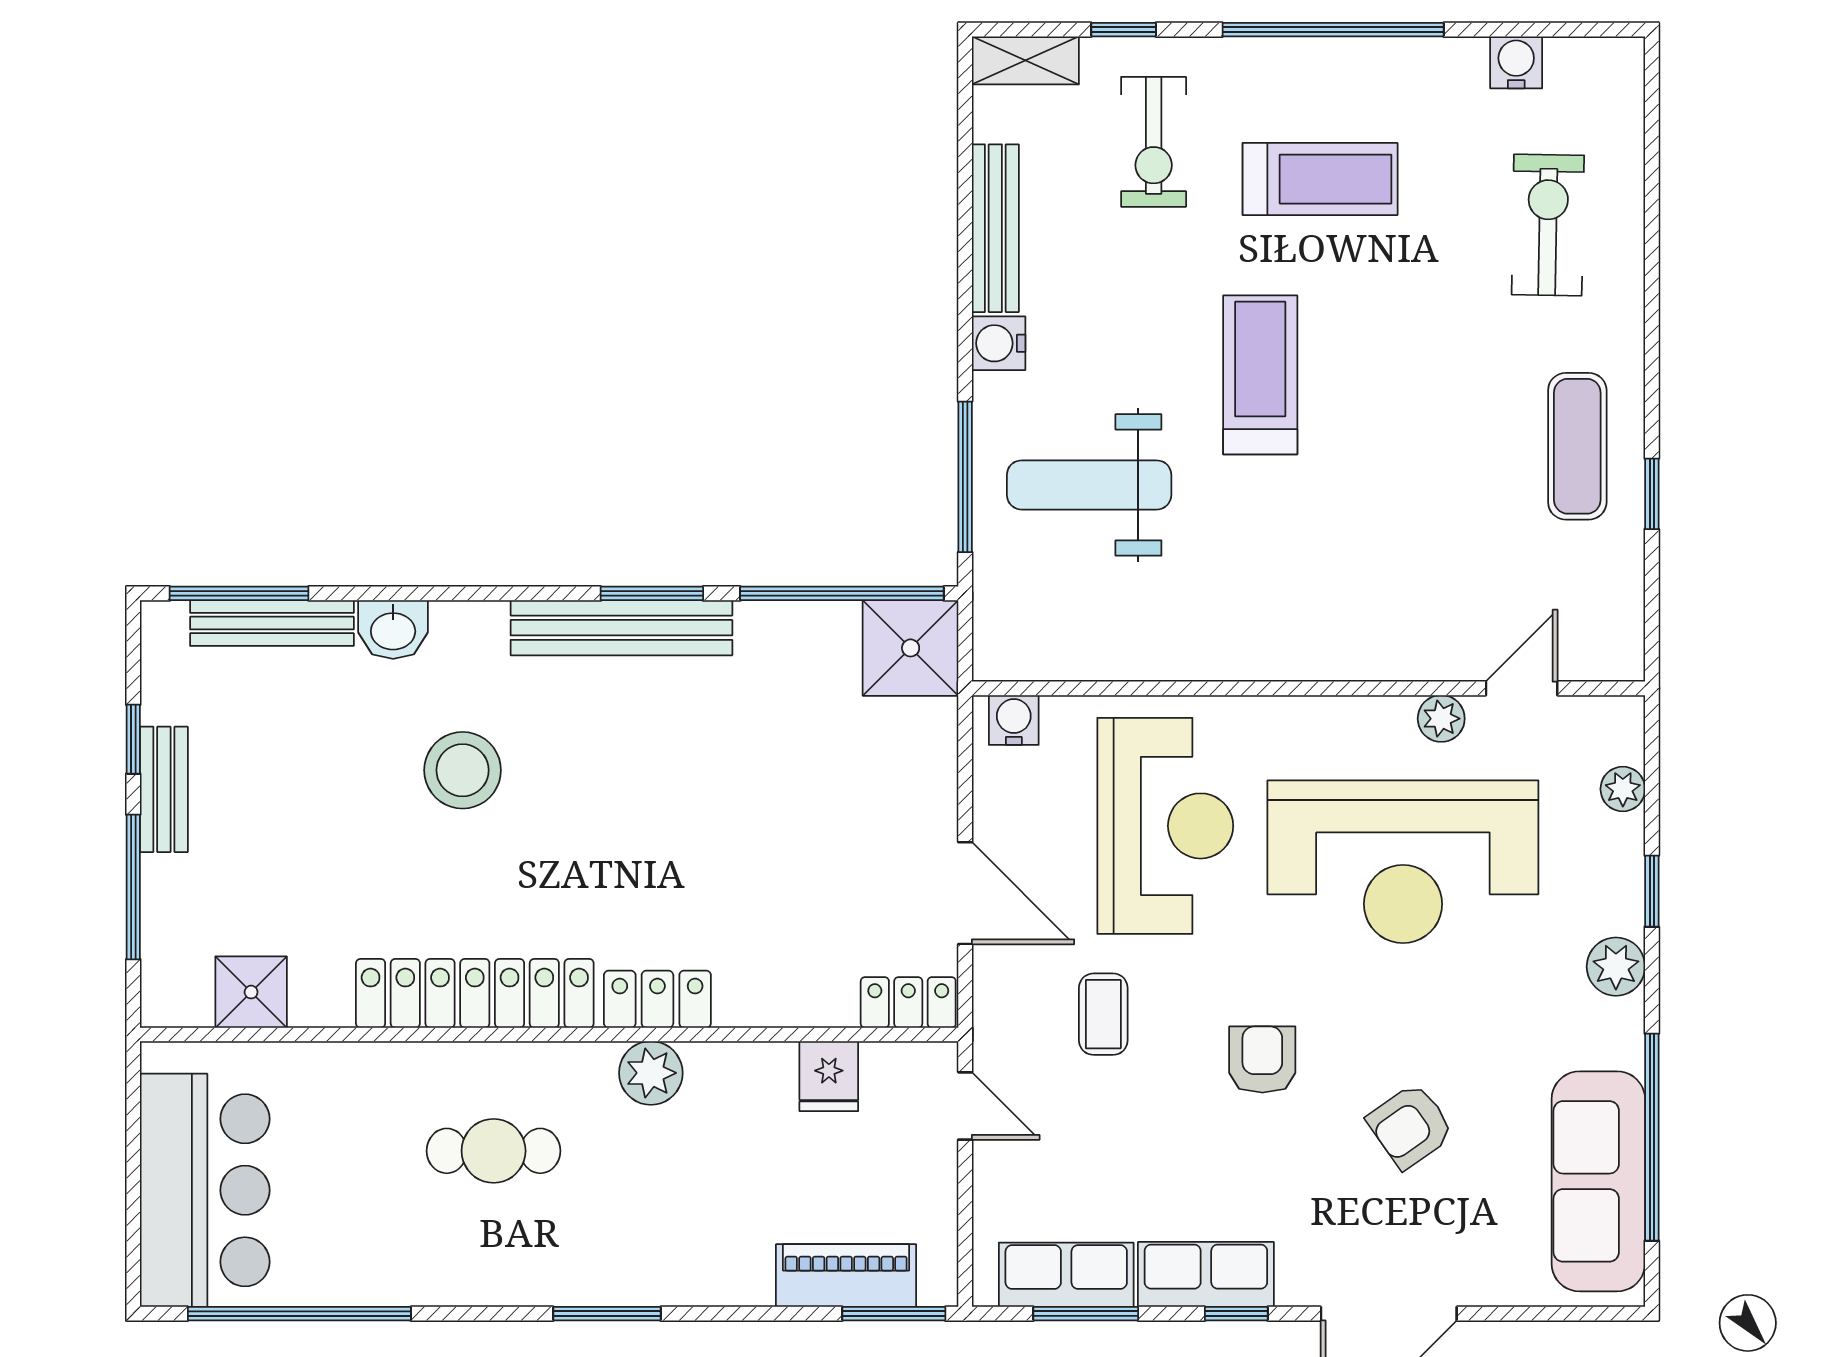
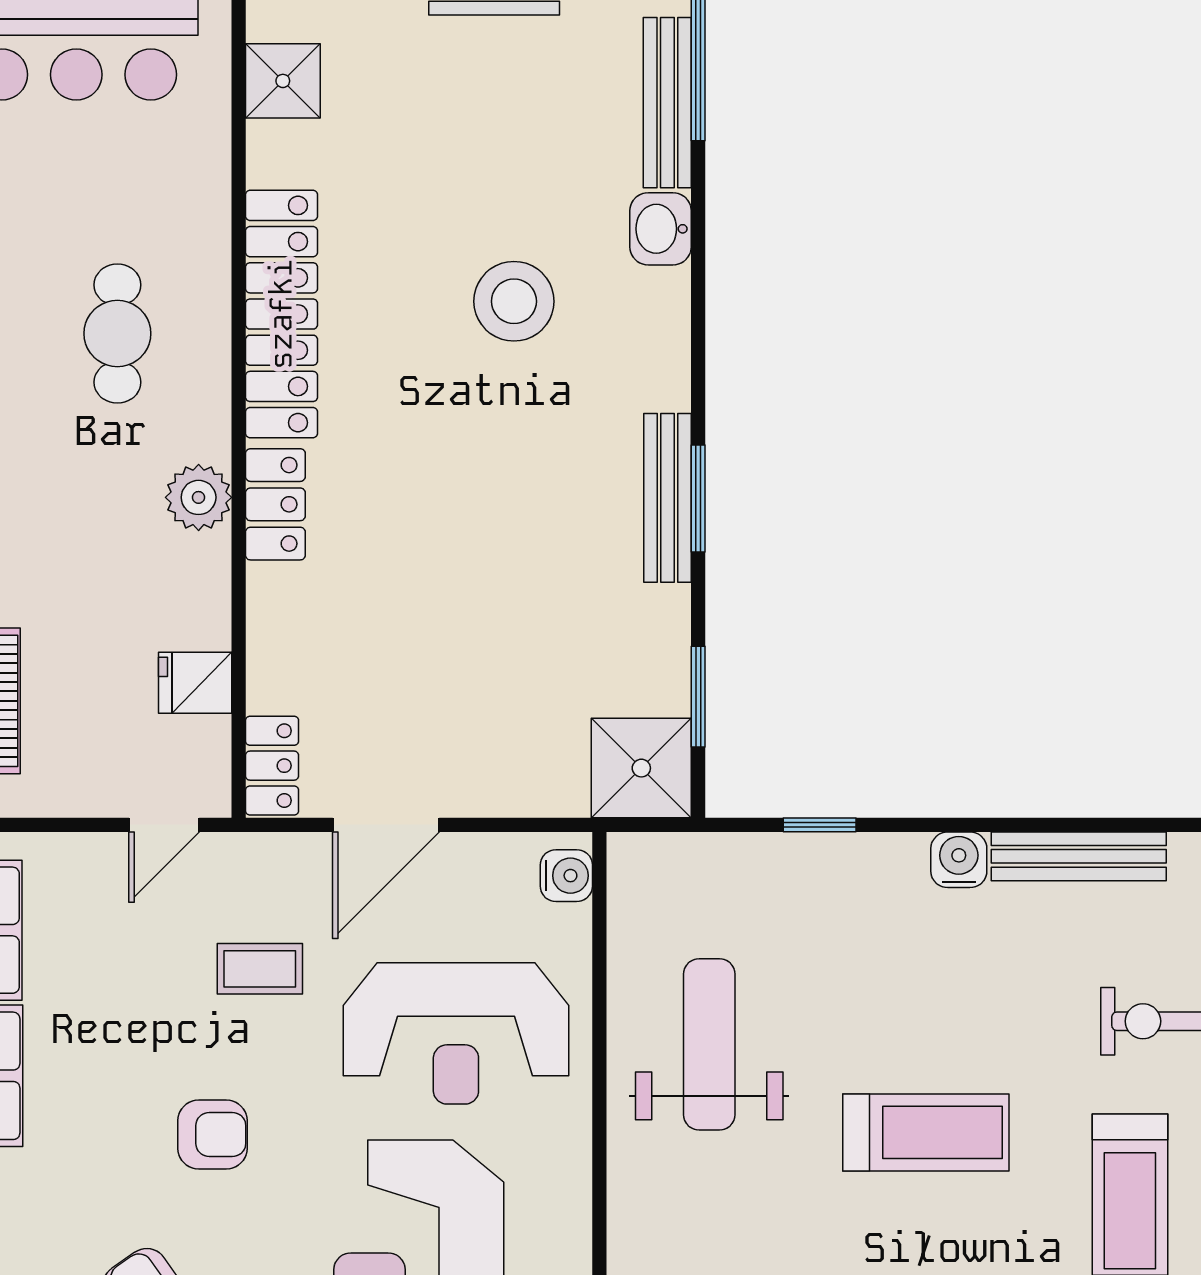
window: (965, 477) -> (820, 825), width x0.46
weight bench: (1089, 485) -> (709, 1044), moved
window: (842, 593) -> (698, 697), width x0.47
bench: (621, 628) -> (668, 498), width x0.73, depth x0.82

